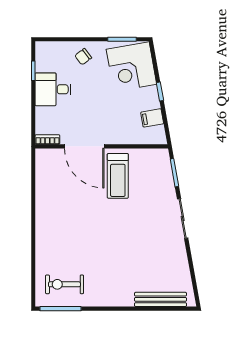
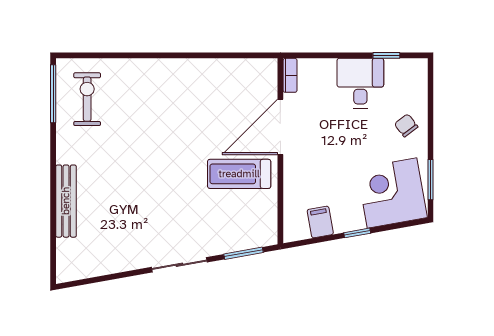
bench: (161, 299) -> (66, 201), moved

